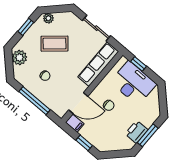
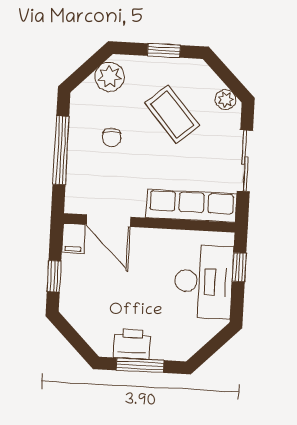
plant: (48, 18) -> (226, 99), moved
chair: (109, 105) -> (140, 270), removed

